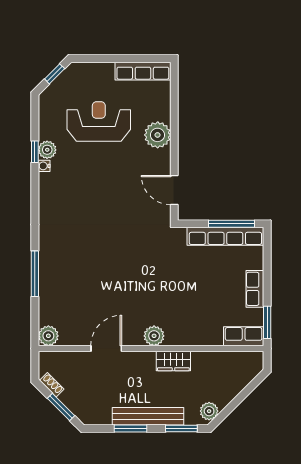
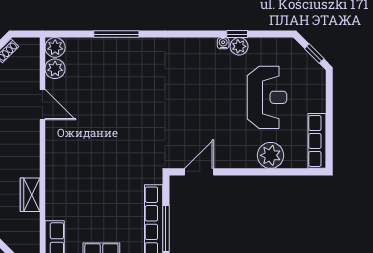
plant: (158, 135) -> (271, 155), moved
plant: (154, 336) -> (55, 69), moved
wardrobe: (173, 361) -> (30, 195), moved

